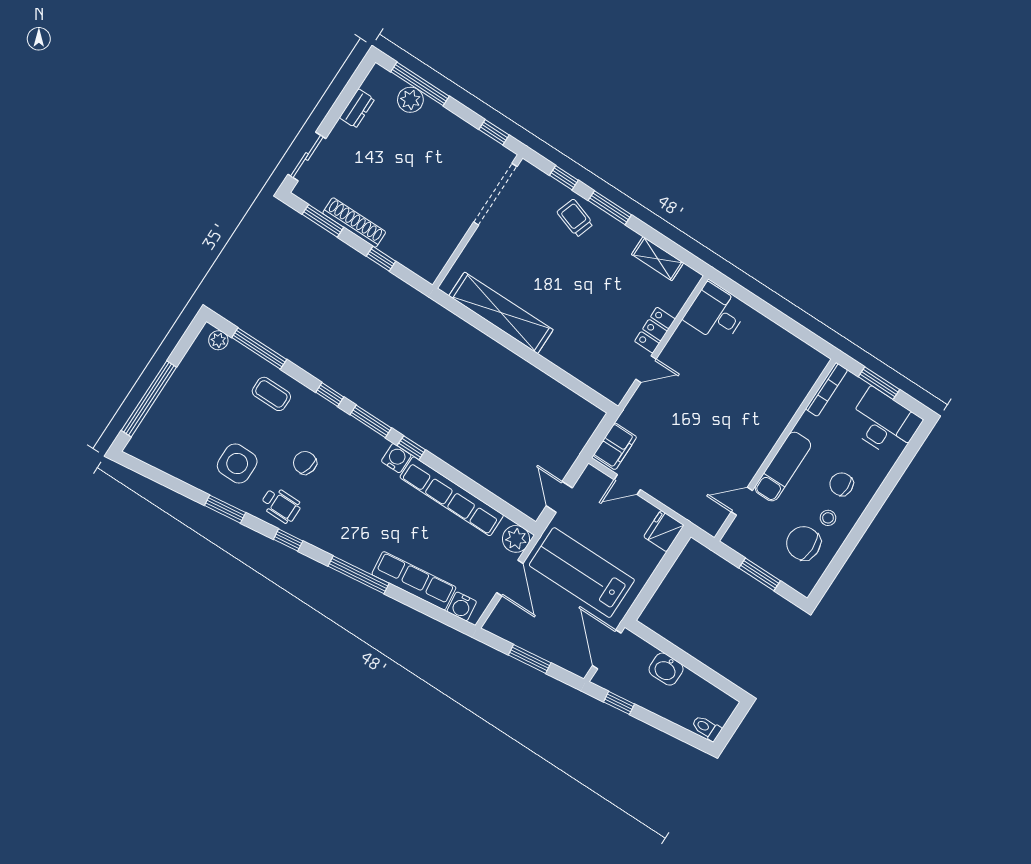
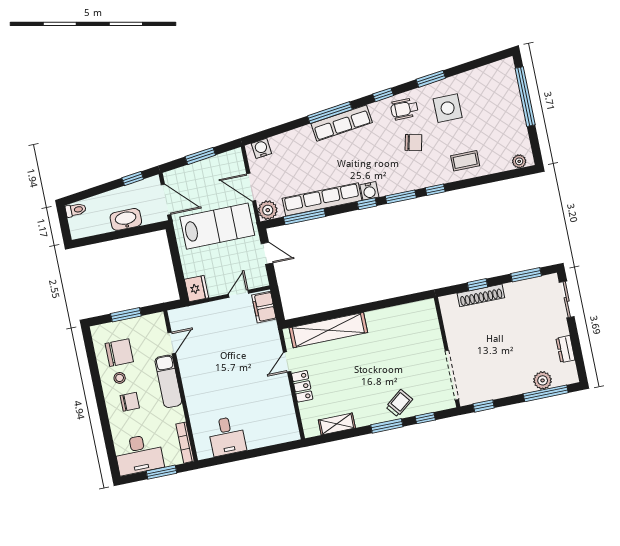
trolley: (575, 218) -> (399, 403), turned -57
shoe rack: (354, 223) -> (481, 295), moved
shelving: (501, 313) -> (328, 330), moved
desk: (716, 314) -> (227, 436), moved, turned 90
window: (259, 349) -> (305, 217), moved
row of seats: (414, 581) -> (342, 123), moved
washbasin: (666, 669) -> (126, 219), width x1.38

